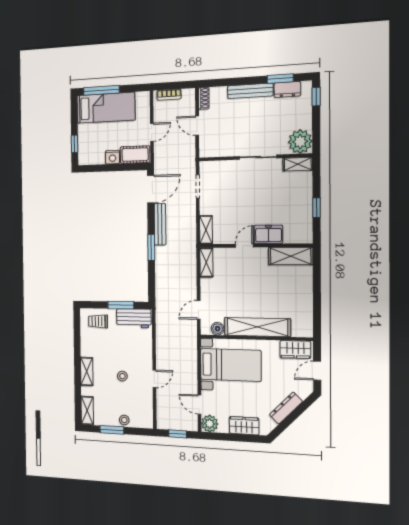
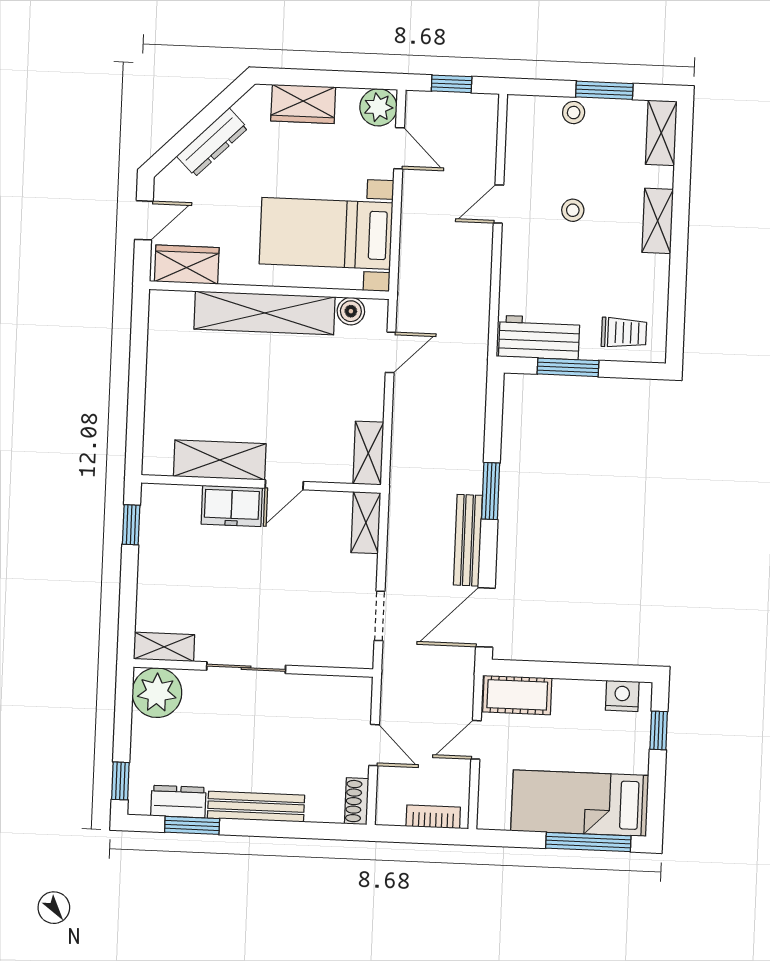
nightstand: (112, 157) -> (622, 696), moved
window: (317, 208) -> (131, 525), moved
shelving: (291, 256) -> (220, 460), moved

